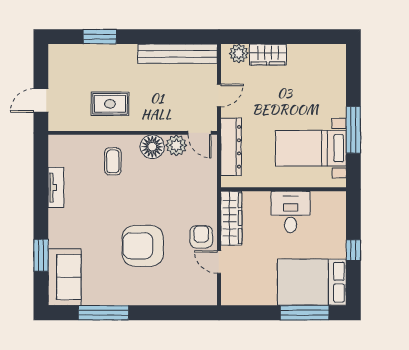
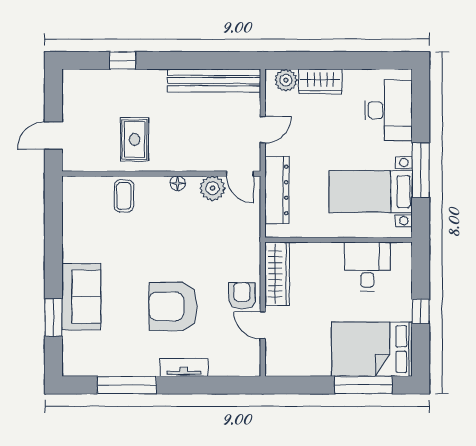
window: (100, 37) -> (123, 60), width x0.67
desk: (326, 79) -> (388, 110), added
rug: (110, 104) -> (135, 139), turned 90
floor lamp: (152, 147) -> (178, 183), width x0.53, depth x0.53
coffee table: (113, 161) -> (124, 196), moved
tv unit: (56, 188) -> (184, 367), moved, turned -90
desk: (291, 212) -> (367, 267), moved
sofa: (65, 277) -> (81, 297), moved

